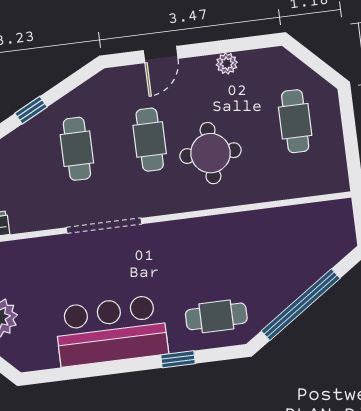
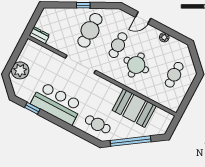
cafe table: (77, 149) -> (90, 30), width x1.37, depth x1.35
booth: (264, 237) -> (134, 108), added
window: (178, 359) -> (32, 108), moved

